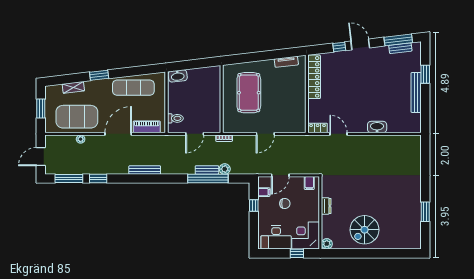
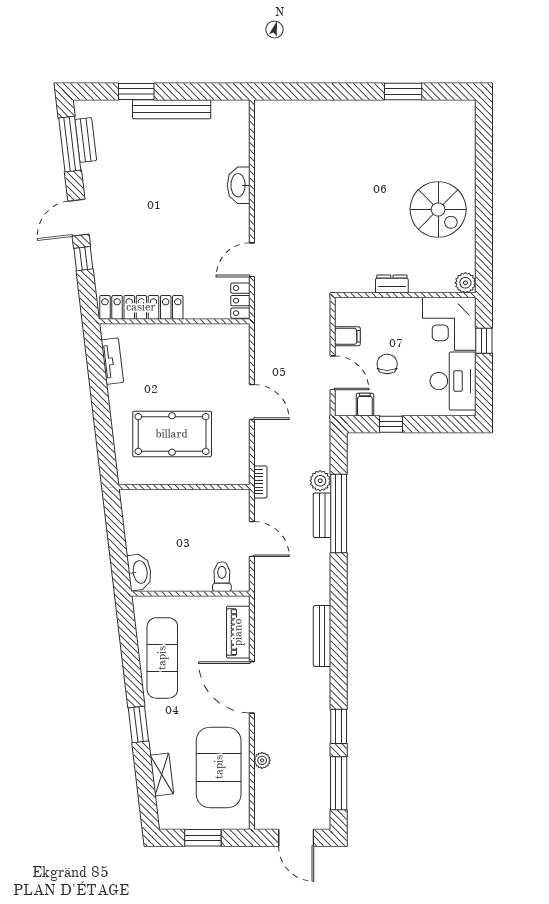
filing cabinet: (309, 183) -> (347, 336), moved

